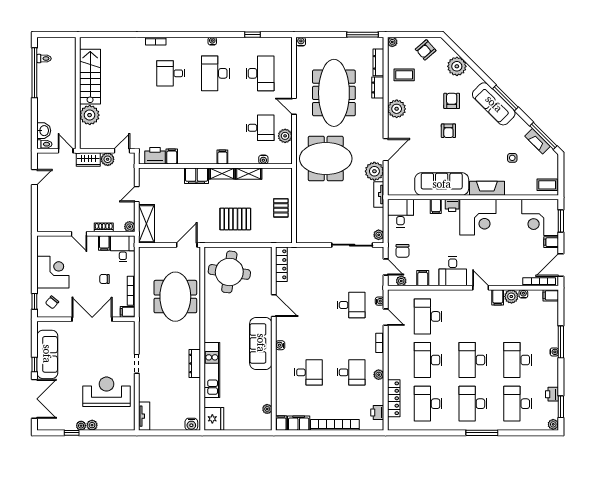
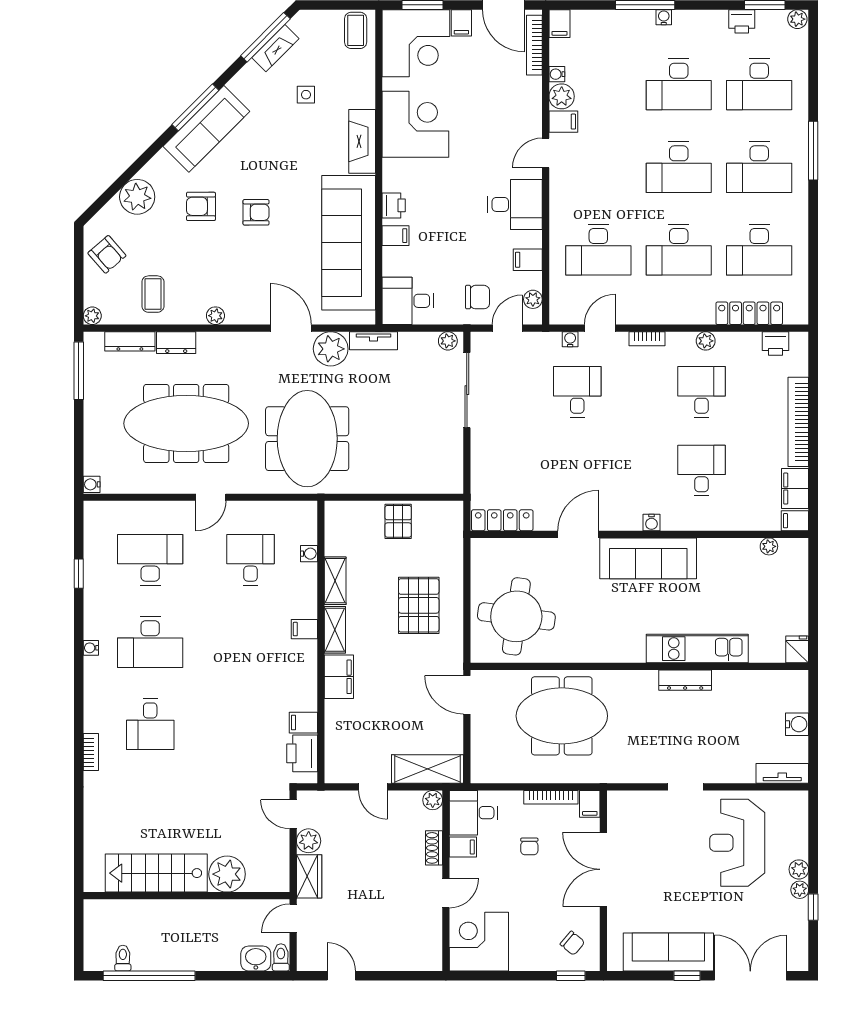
plant: (397, 109) -> (215, 316), width x0.53, depth x0.53
plant: (285, 136) -> (265, 514), removed
sofa: (442, 184) -> (349, 243), width x1.36, depth x1.27
pallet: (281, 208) -> (398, 521), turned 90
corner desk: (478, 217) -> (415, 124), moved
corner desk: (53, 272) -> (479, 942), moved
fridge: (214, 419) -> (797, 649), width x0.53, depth x0.75
water cooler: (191, 424) -> (797, 724), moved

